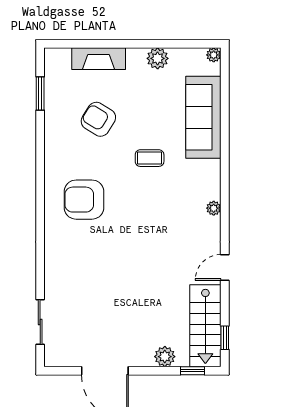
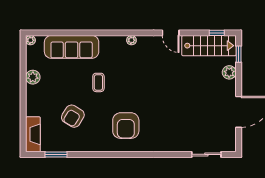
fireplace: (99, 59) -> (33, 134), moved

